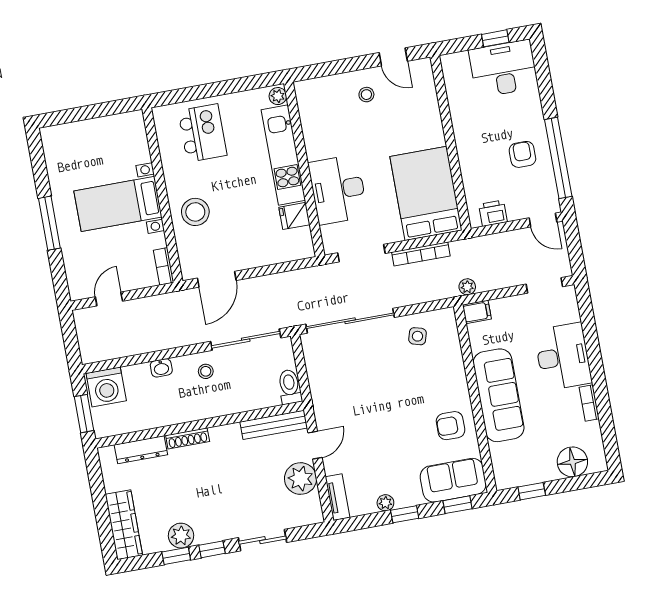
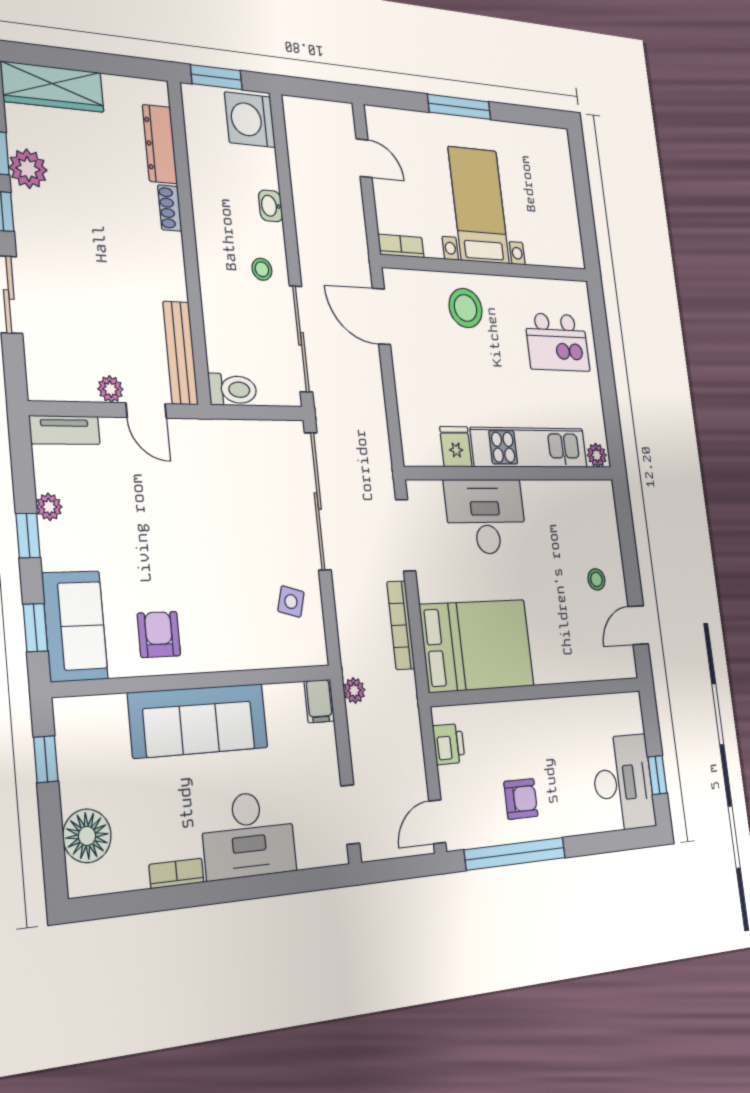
shoe rack: (188, 438) -> (170, 208), width x0.70
plant: (301, 479) -> (110, 389), width x0.53, depth x0.53

